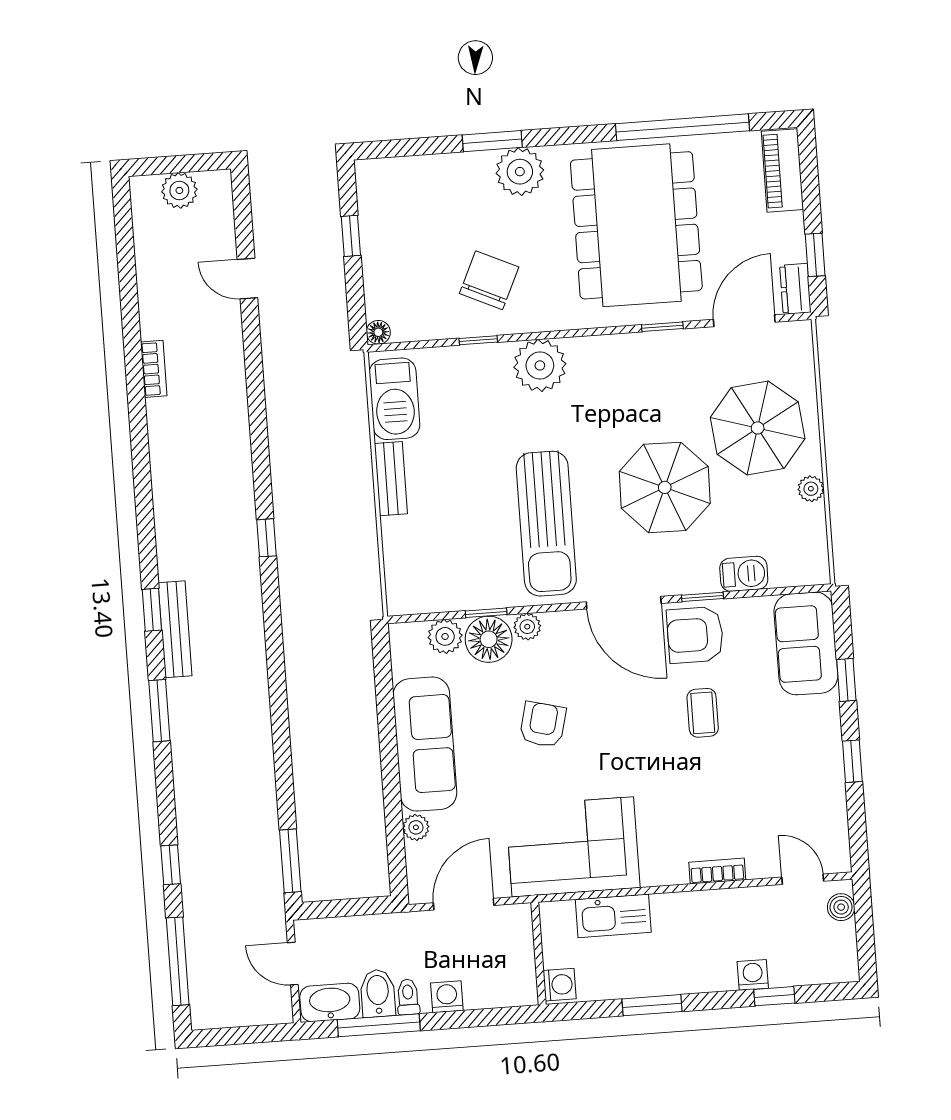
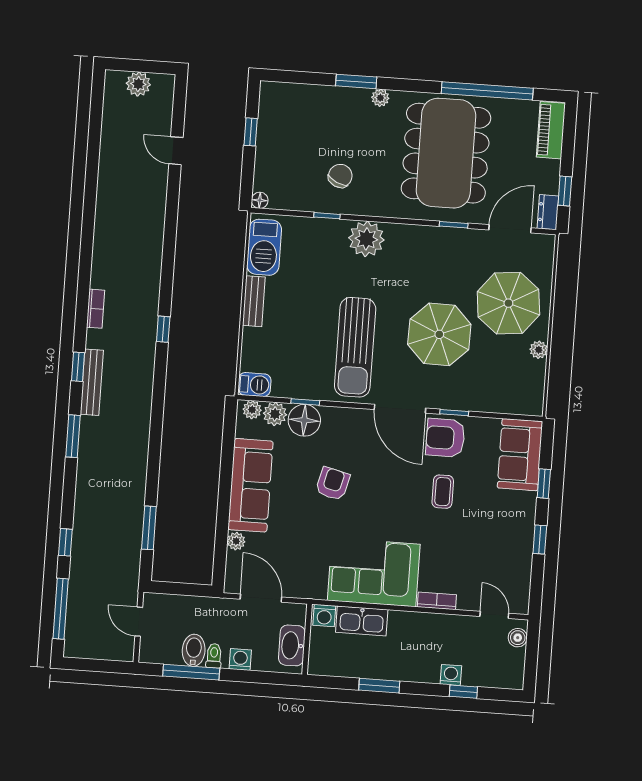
plant: (520, 172) -> (380, 98), width x0.53, depth x0.53
chair: (489, 280) -> (340, 176), width x0.73, depth x0.73
bookcase: (154, 369) -> (96, 309), moved
barbecue: (744, 574) -> (254, 385), moved
plant: (527, 627) -> (252, 410), moved
corner sofa: (573, 847) -> (374, 572), moved
window: (290, 861) -> (149, 528), moved
door: (464, 904) -> (261, 598), hinge flipped
washing machine: (560, 985) -> (324, 616), moved, turned 90
washbasin: (330, 1002) -> (292, 645), moved, turned -90

